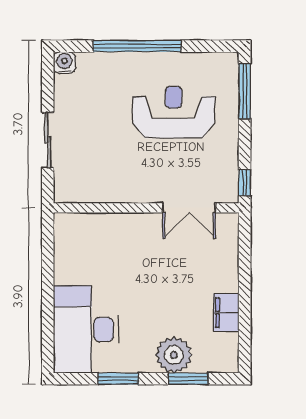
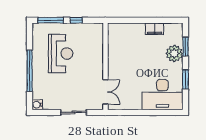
reception desk: (174, 112) -> (61, 53), turned 180
window: (245, 183) -> (76, 20), moved
double door: (189, 208) -> (105, 92), moved

